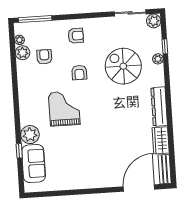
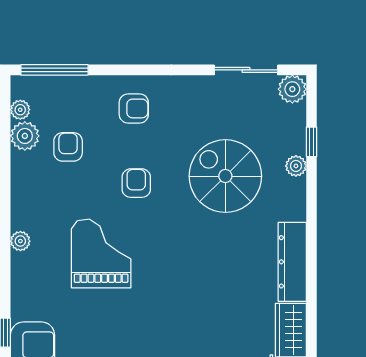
armchair: (79, 73) -> (136, 183), turned 180
plant: (30, 135) -> (20, 241), moved, width x0.53, depth x0.53

